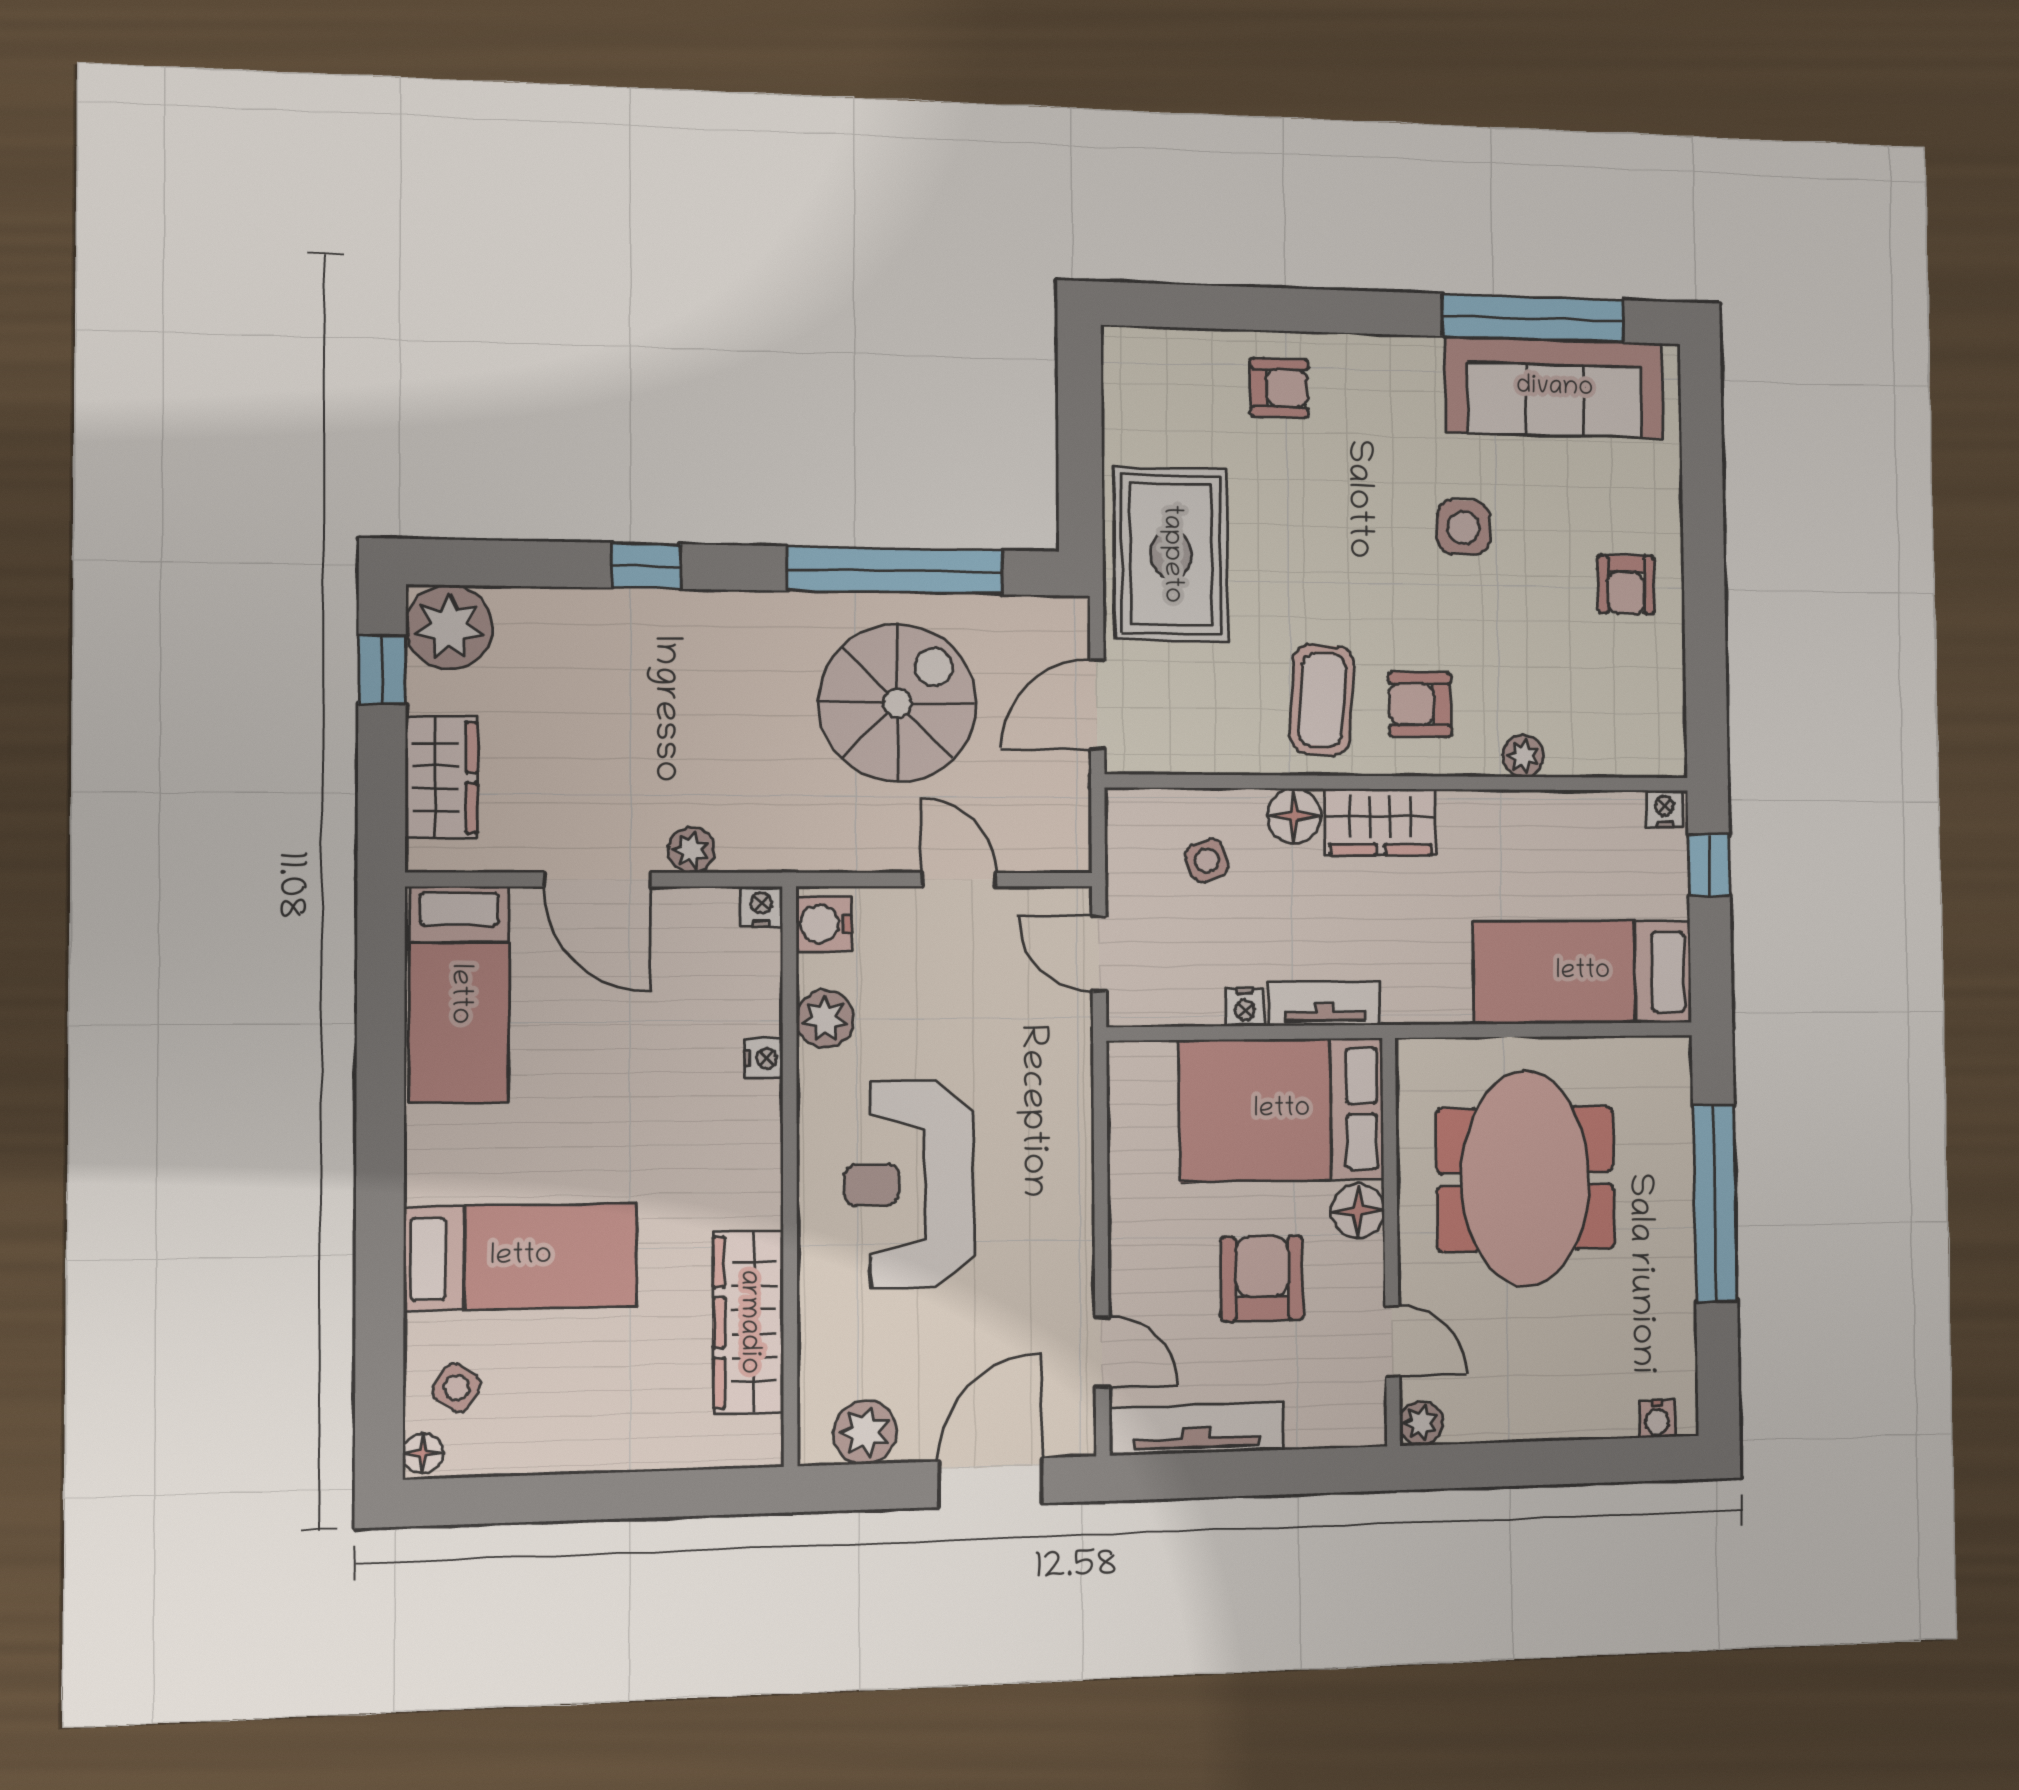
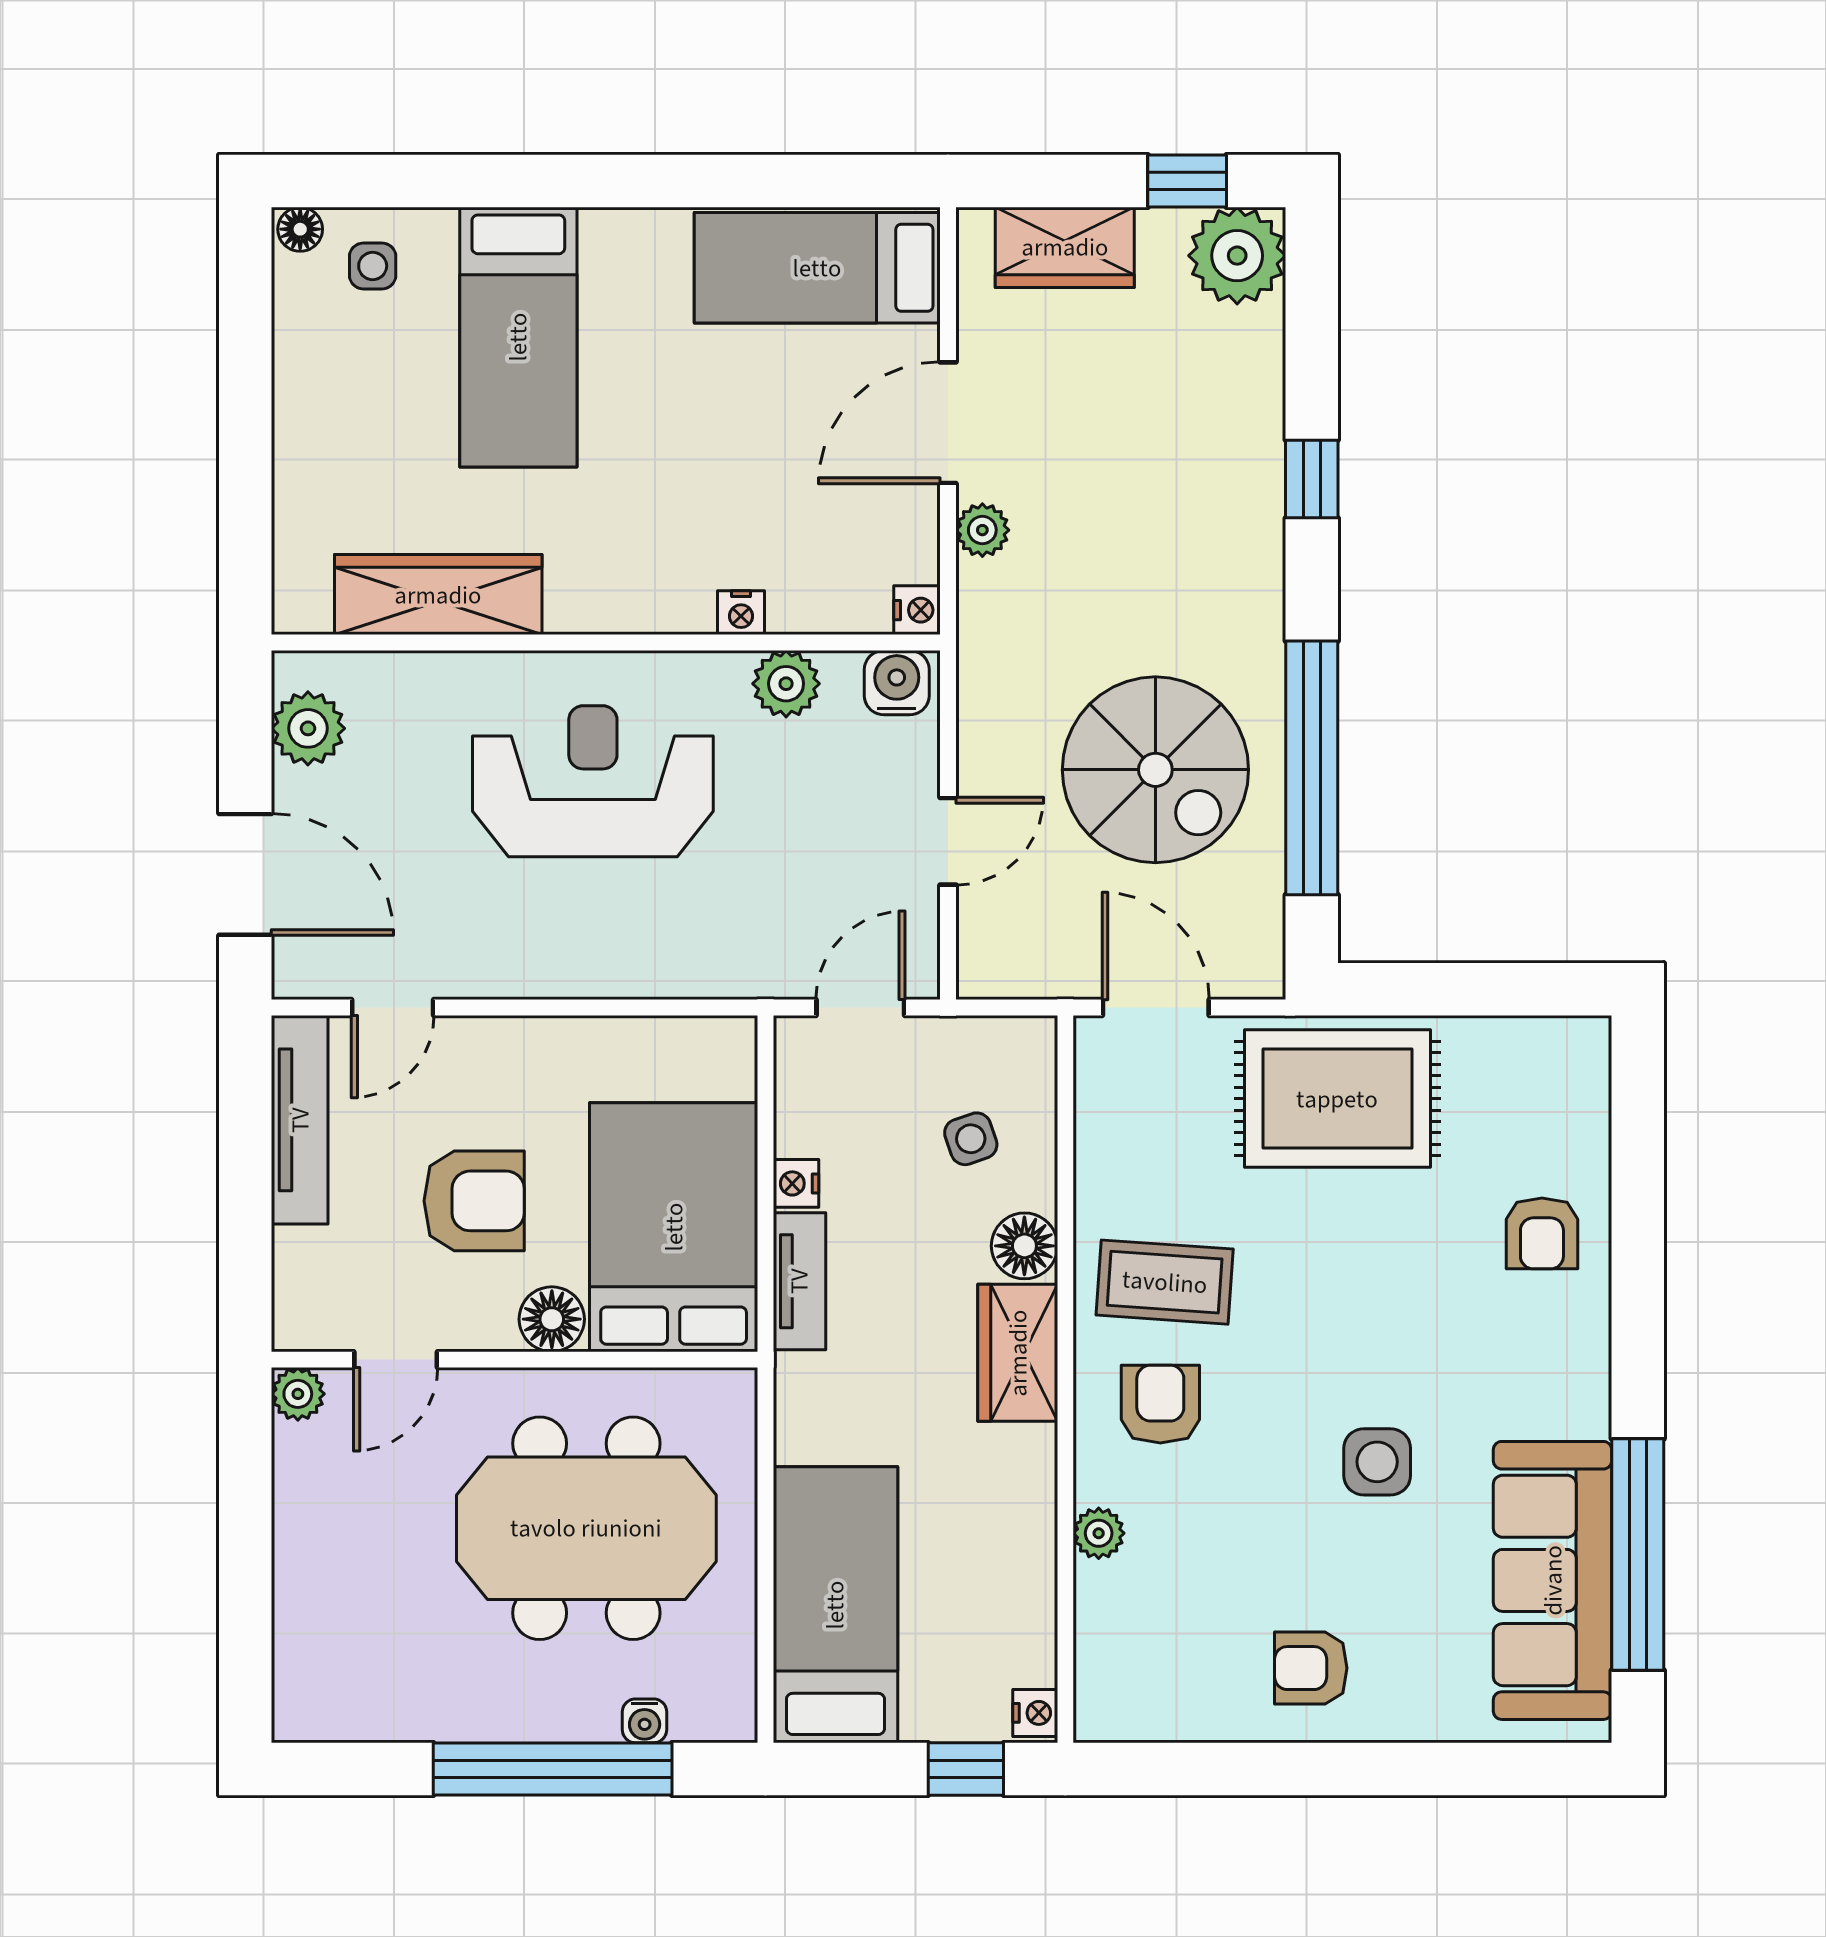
side table: (456, 1388) -> (373, 266), turned -34
water cooler: (1657, 1419) -> (645, 1721), moved, turned -90

